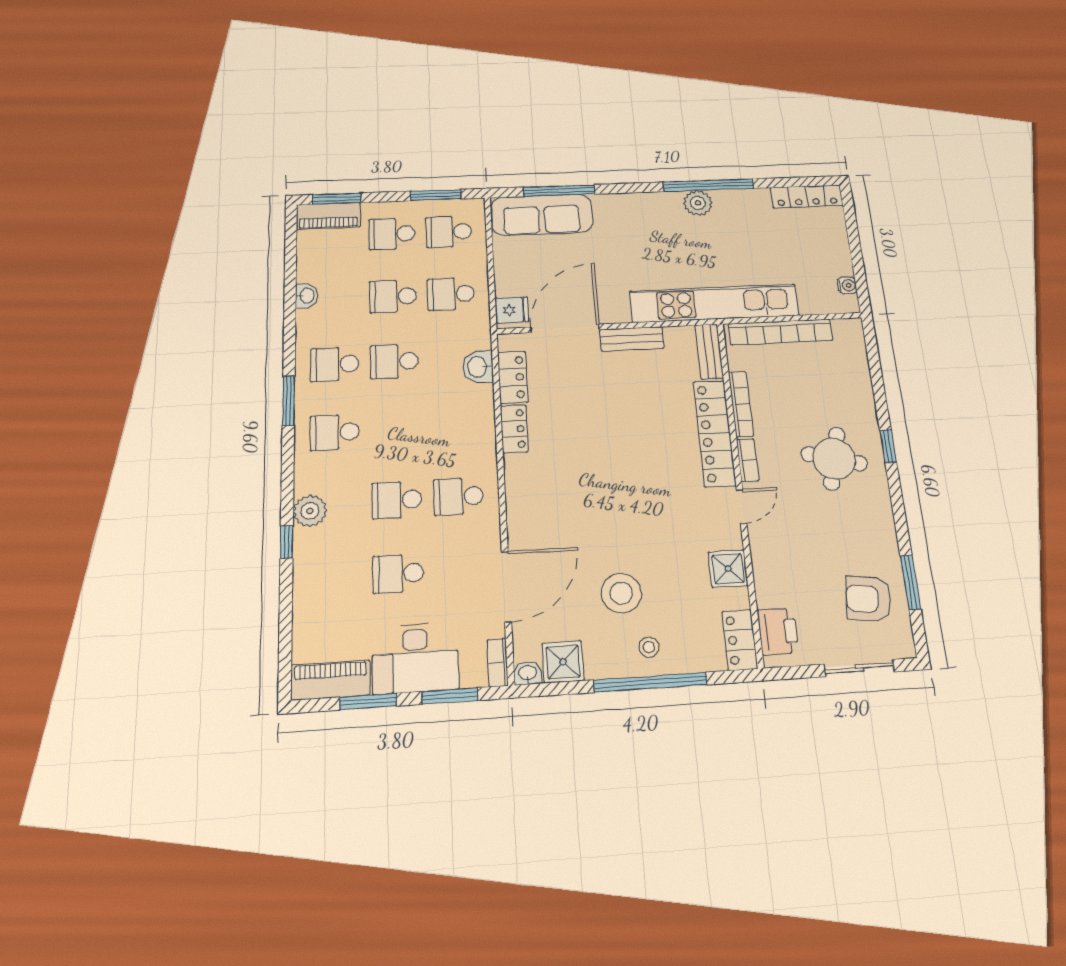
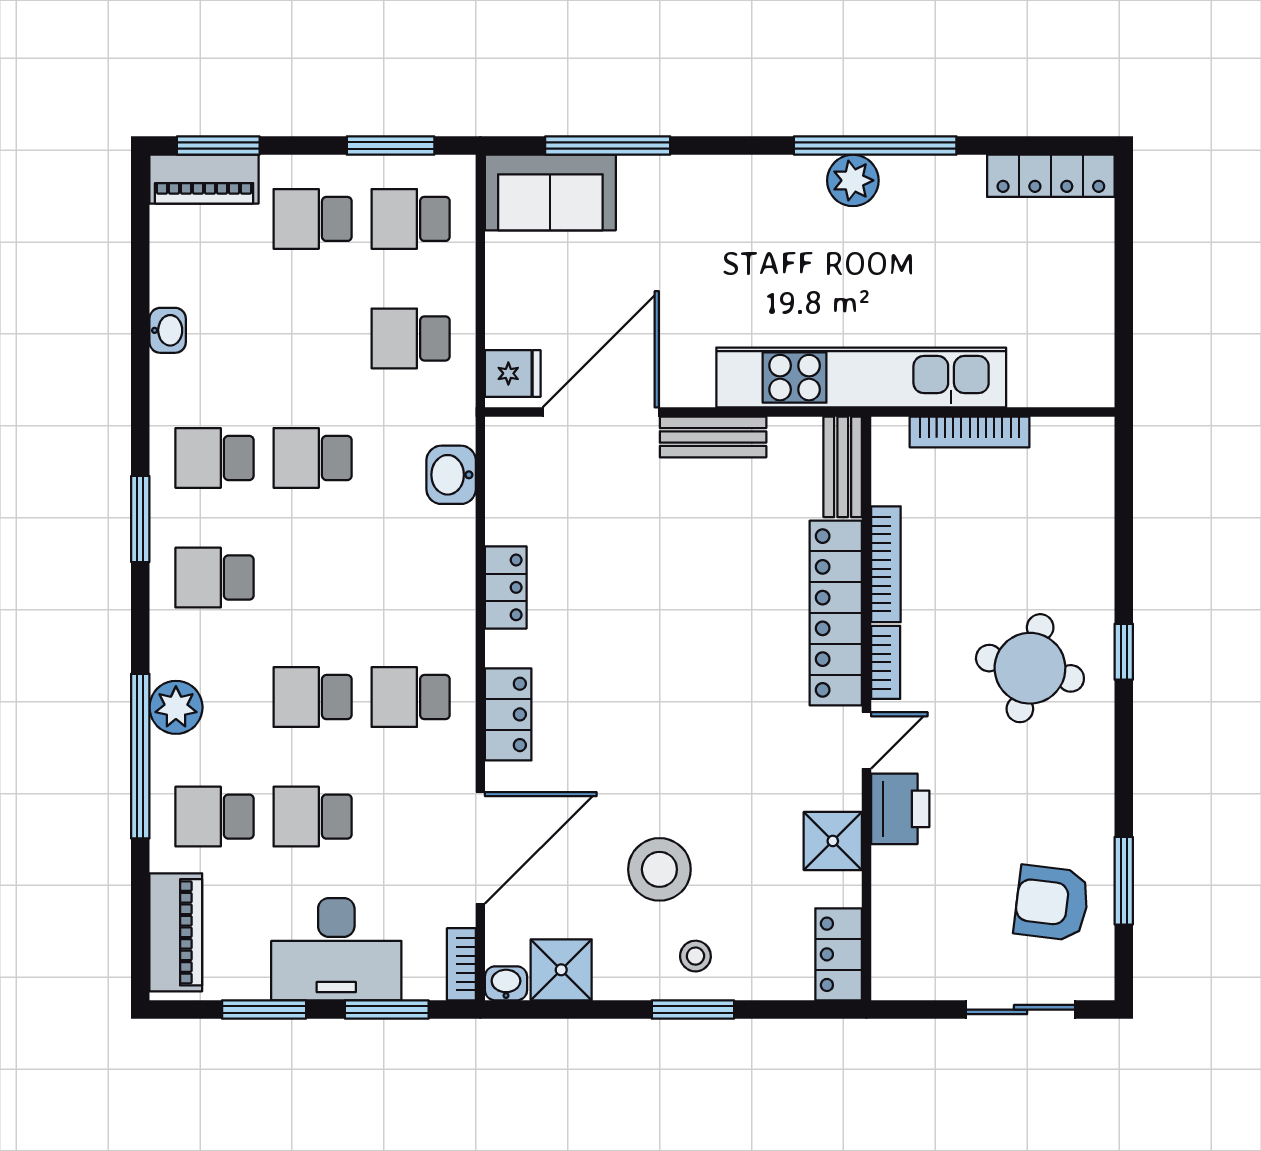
sofa: (542, 215) -> (550, 193), width x0.73
water cooler: (847, 285) -> (1098, 354), removed
school desk: (393, 296) -> (215, 817), moved
bookcase: (781, 332) -> (970, 432), width x0.68, depth x0.76
locker: (513, 377) -> (508, 714), moved
window: (287, 542) -> (140, 756), width x3.17
printer: (778, 632) -> (900, 809), moved
piano: (331, 680) -> (176, 932), moved, turned 90
window: (650, 682) -> (693, 1010), width x0.47

